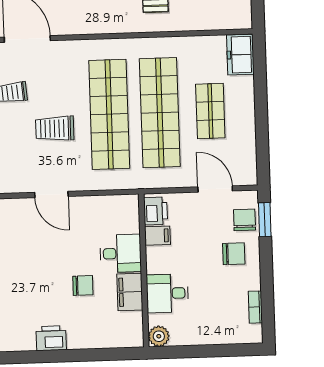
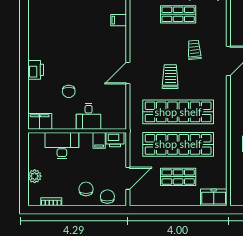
chair: (244, 220) -> (107, 197), turned -90
window: (265, 220) -> (107, 210), removed
chair: (234, 254) -> (86, 189), turned 180
filing cabinet: (130, 292) -> (40, 121), moved
desk: (167, 293) -> (62, 146), width x1.37
plant: (159, 336) -> (35, 176), moved

